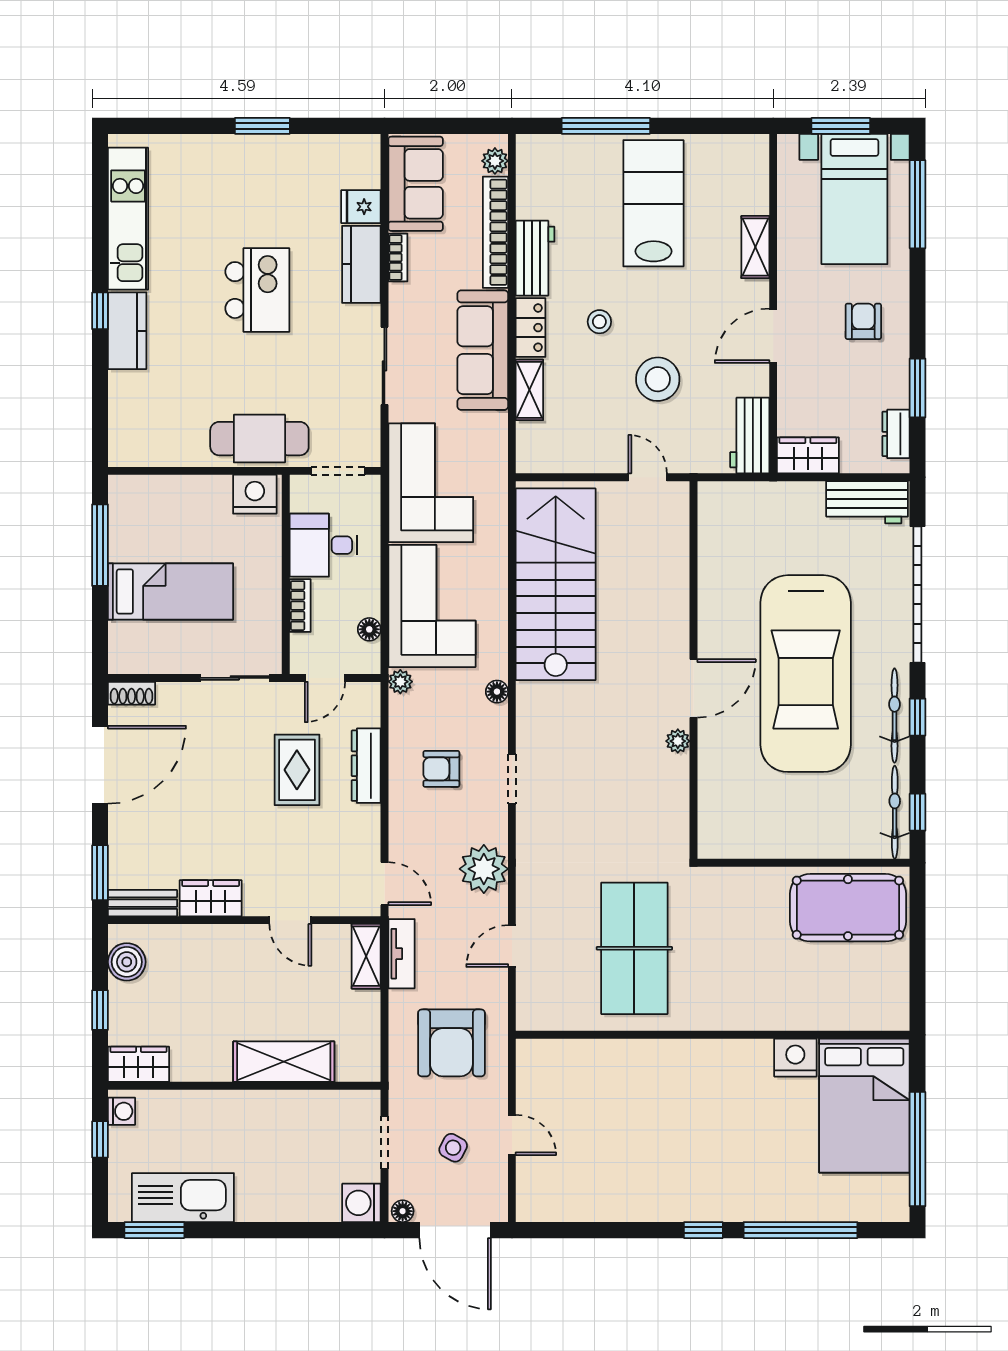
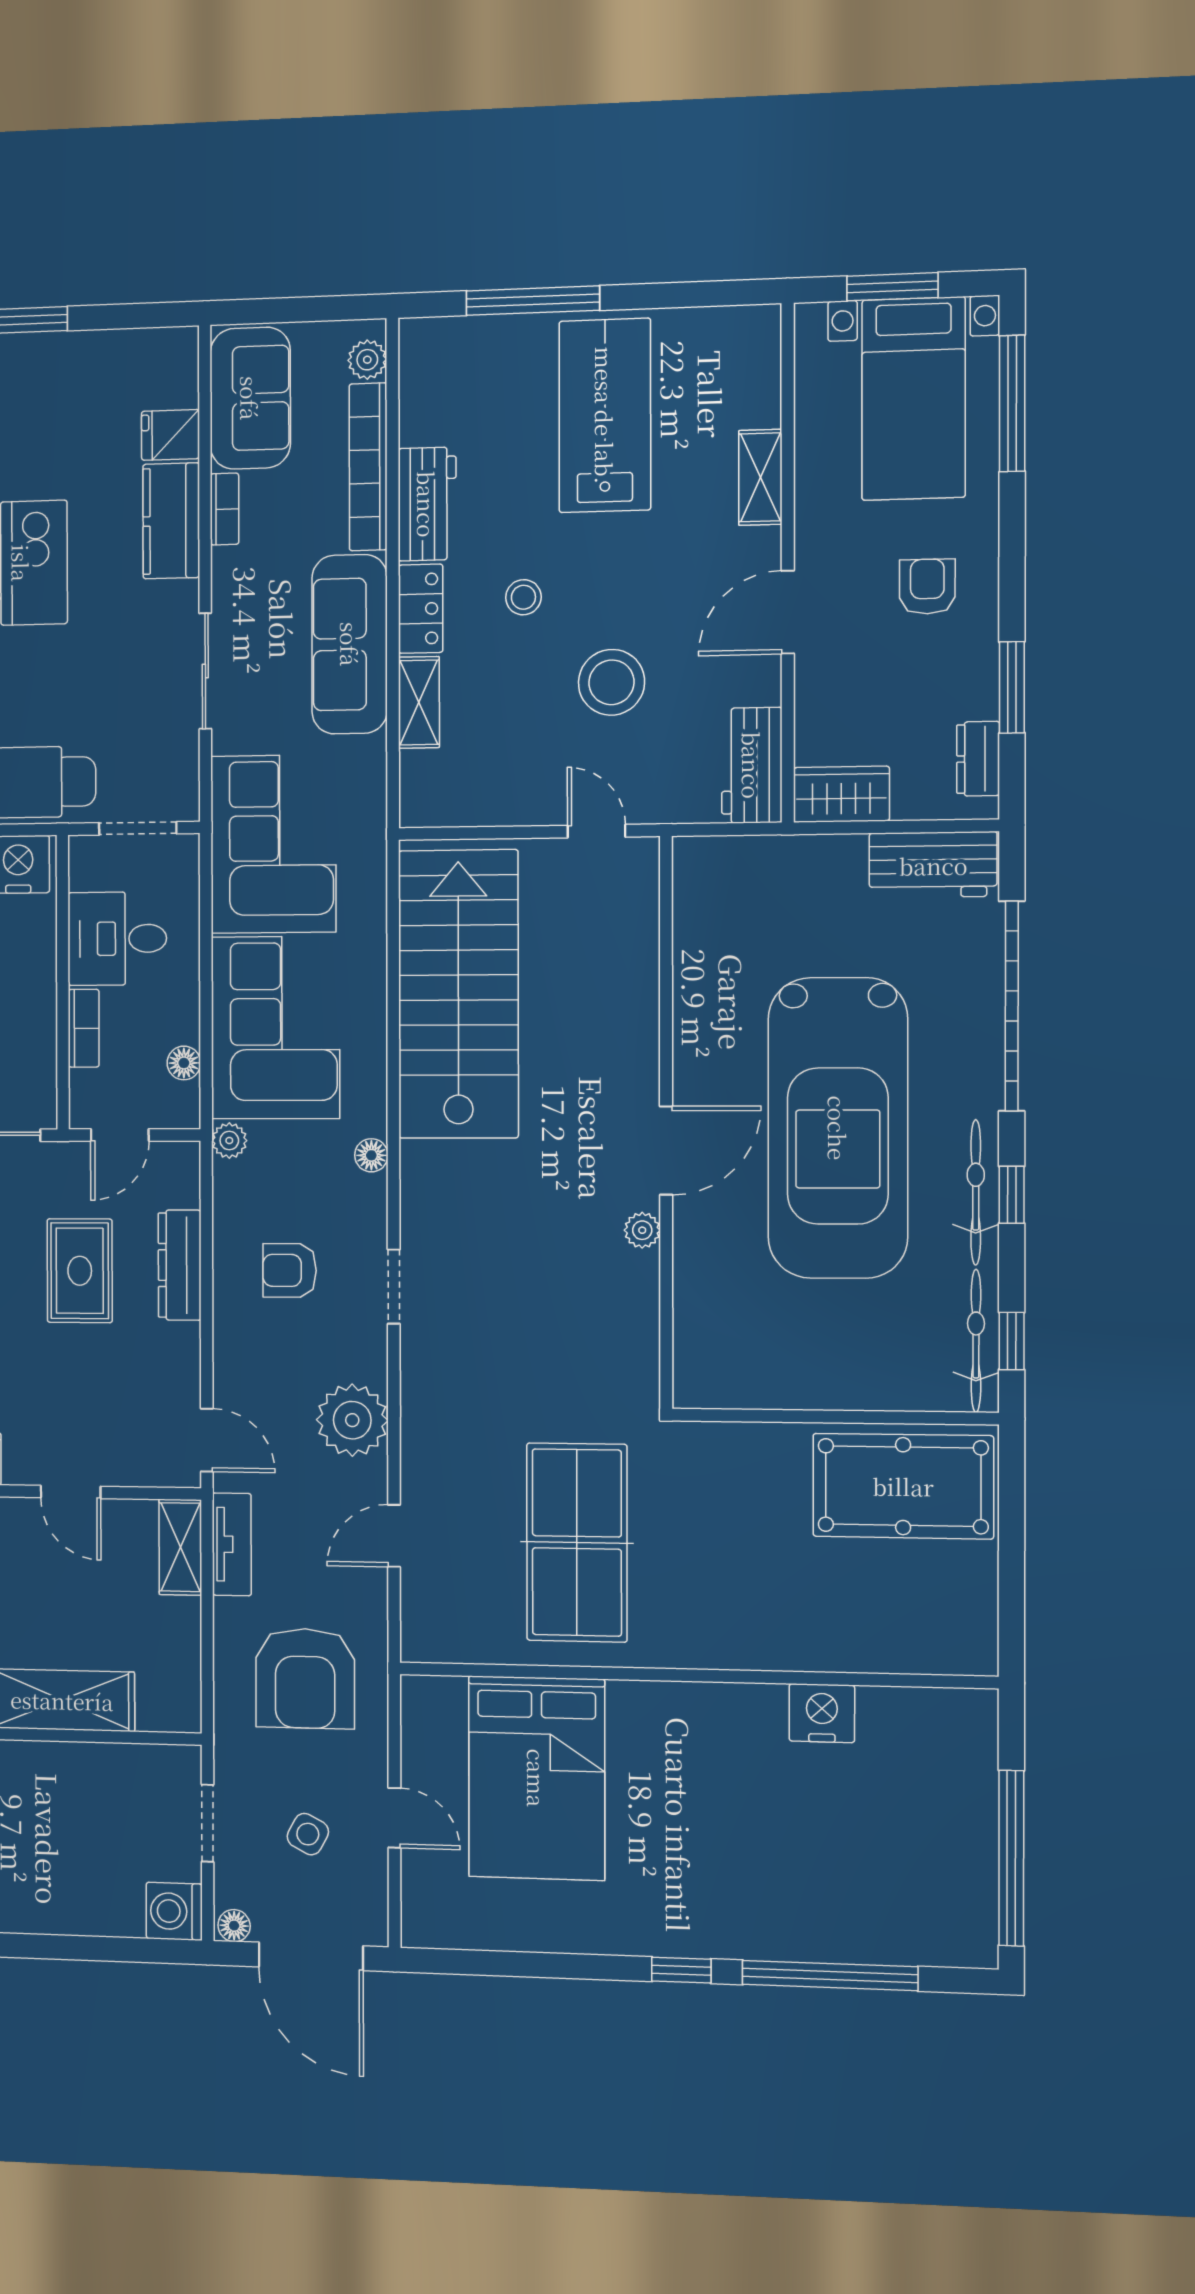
bed: (864, 1106) -> (537, 1778), moved

